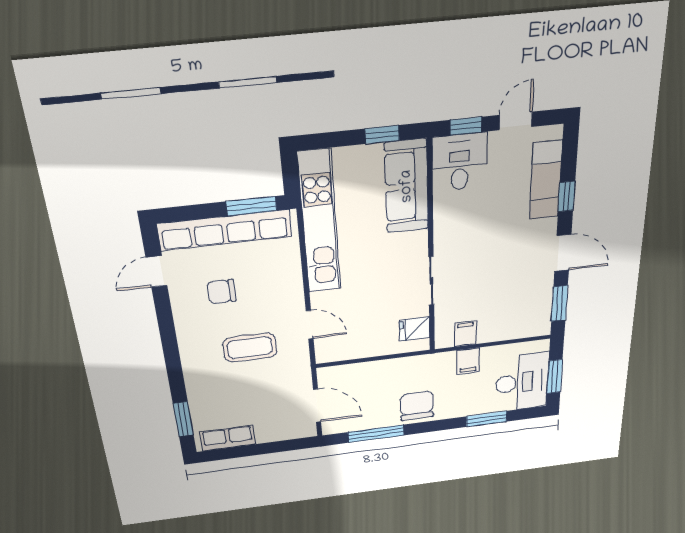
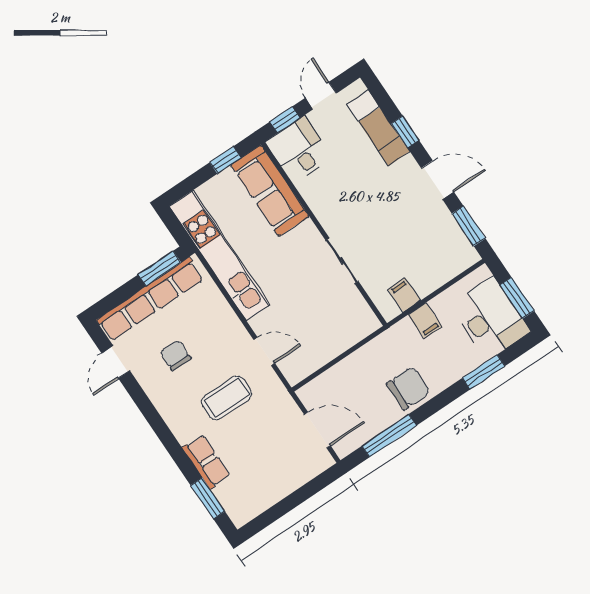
chair: (222, 292) -> (176, 355), turned 91
fridge: (415, 329) -> (357, 312), removed
chair: (417, 406) -> (408, 388), turned 90
row of seats: (228, 438) -> (206, 462), moved, turned 90

